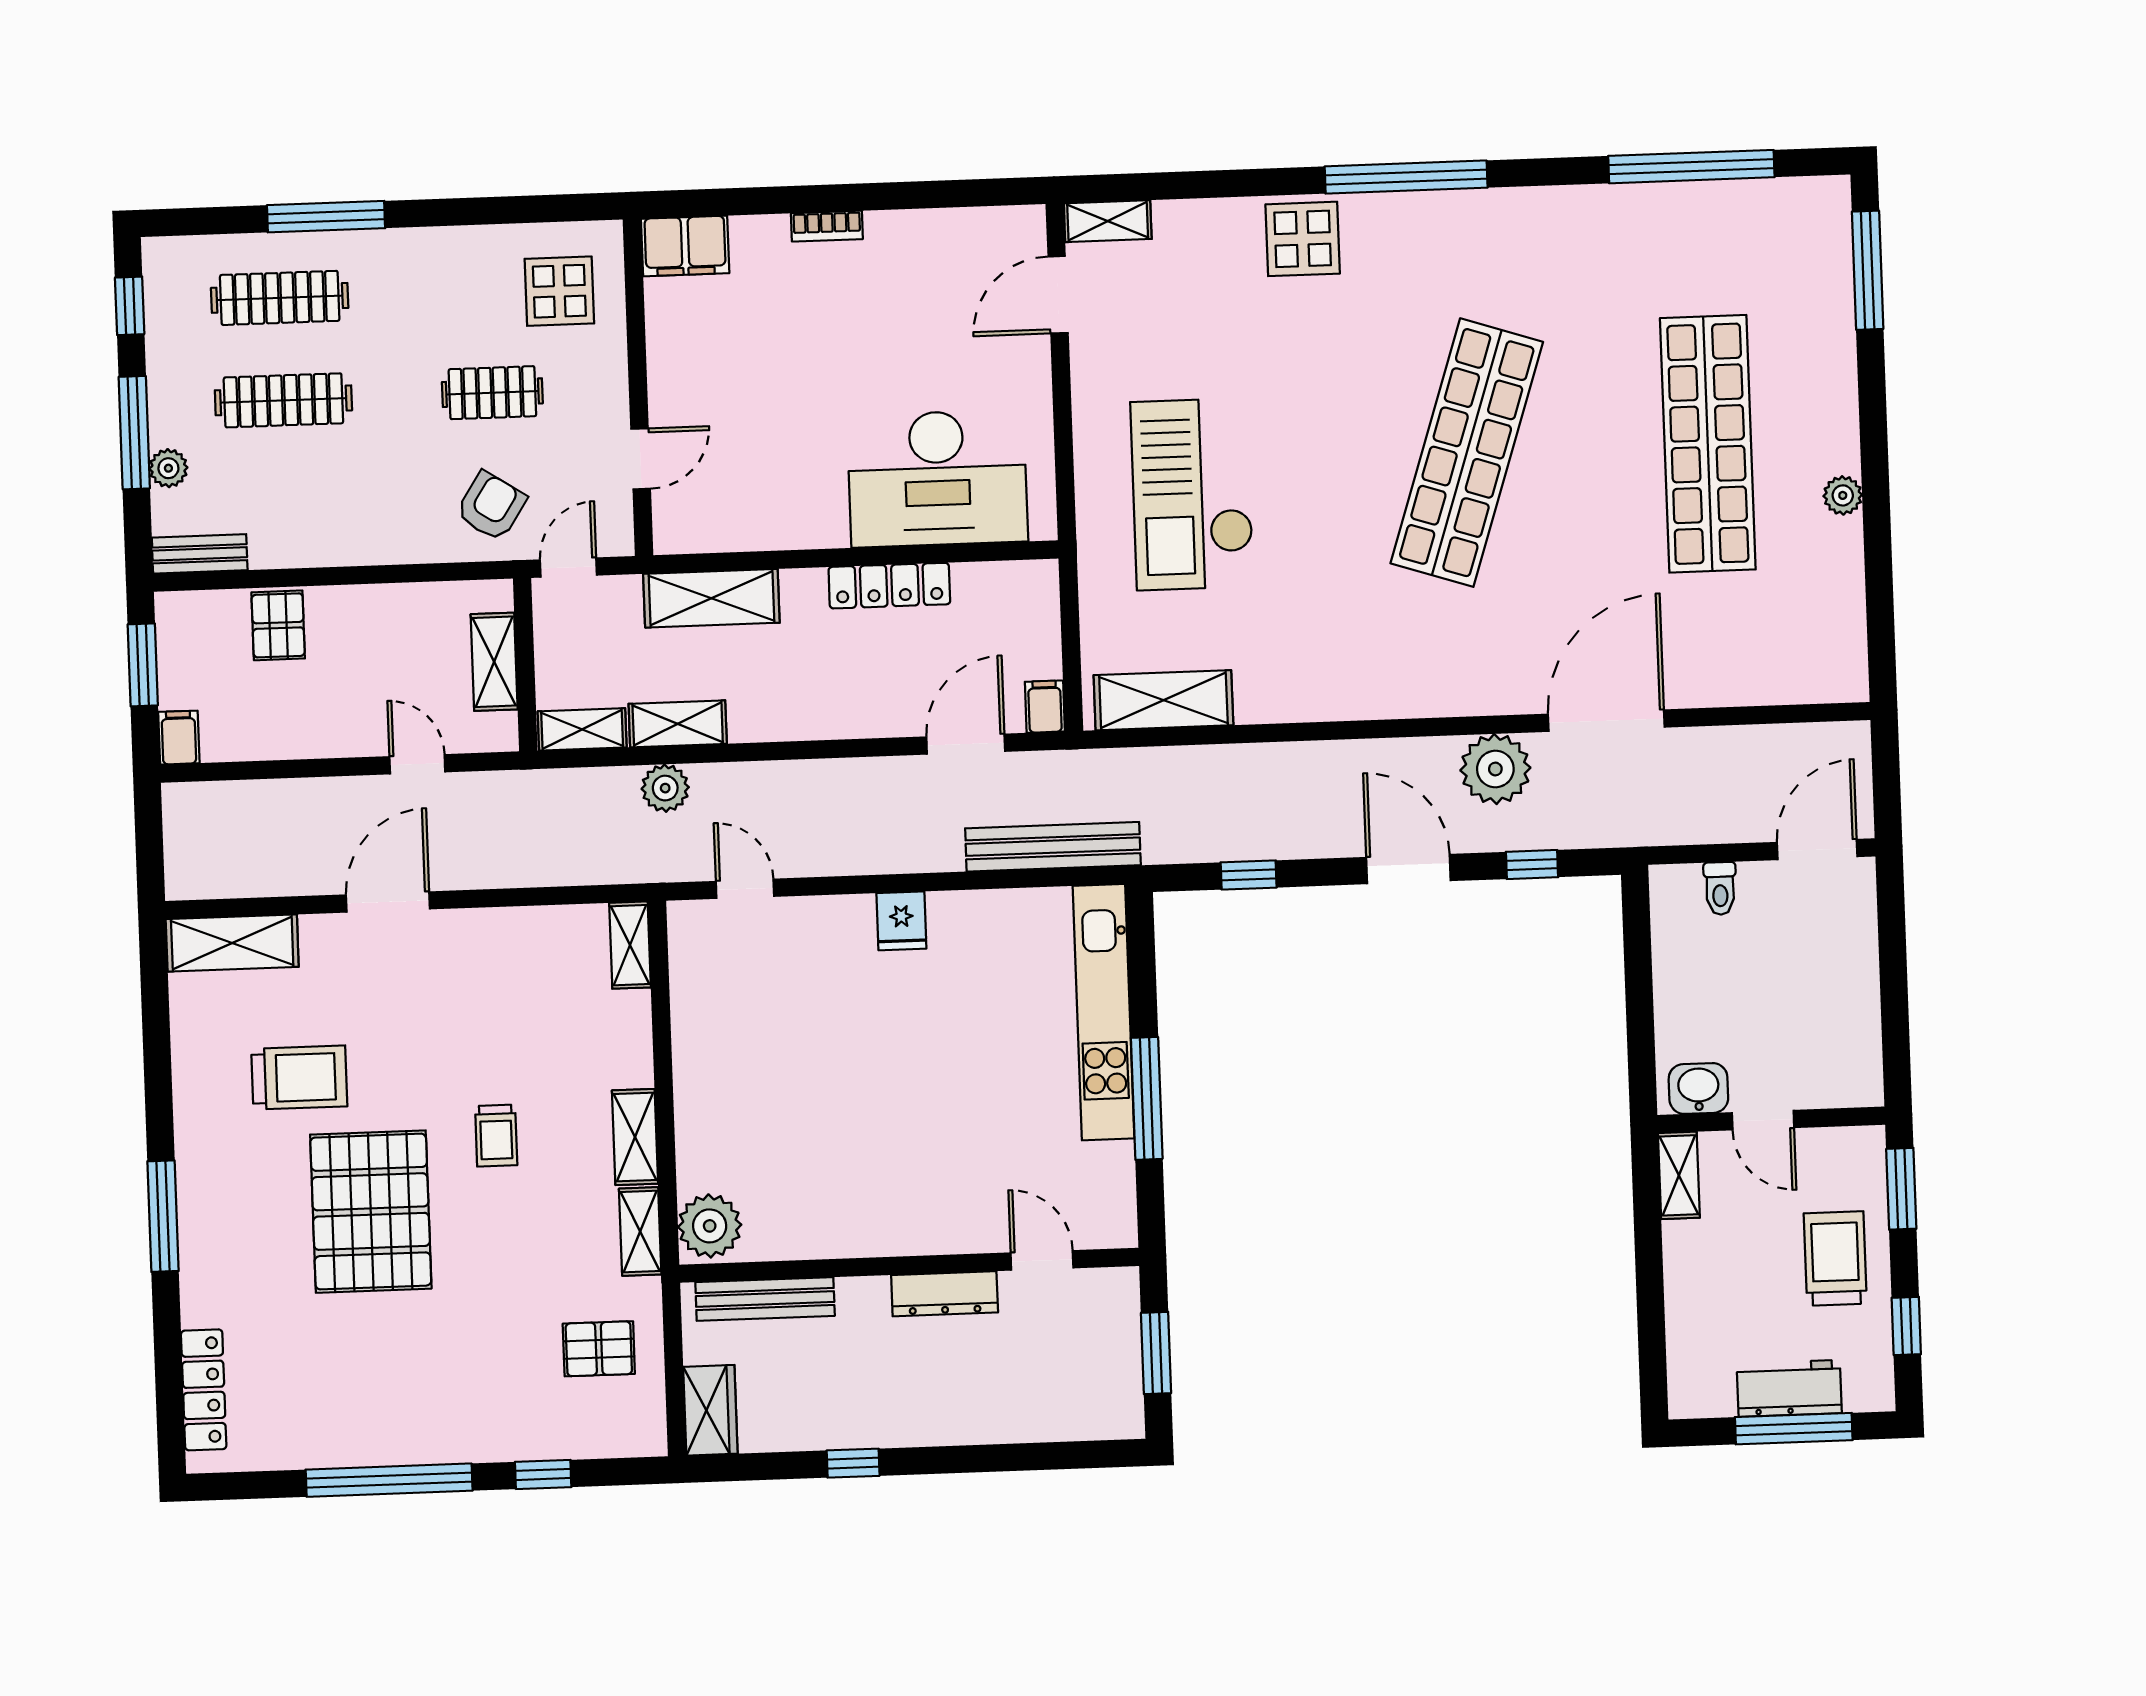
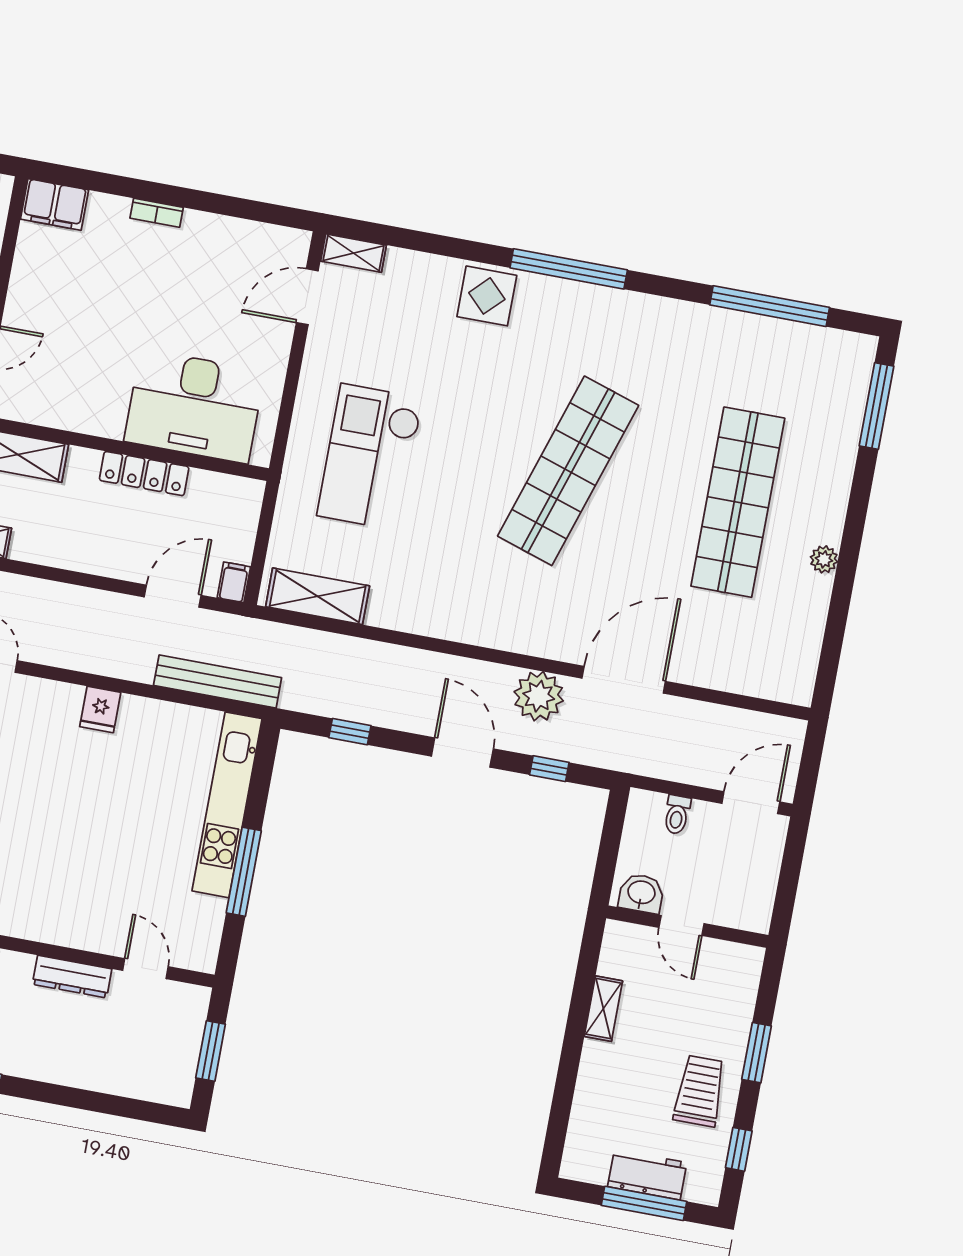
washbasin: (1698, 1088) -> (641, 893), moved
door: (1763, 1120) -> (681, 926), moved
wall: (1771, 1120) -> (687, 927), moved

